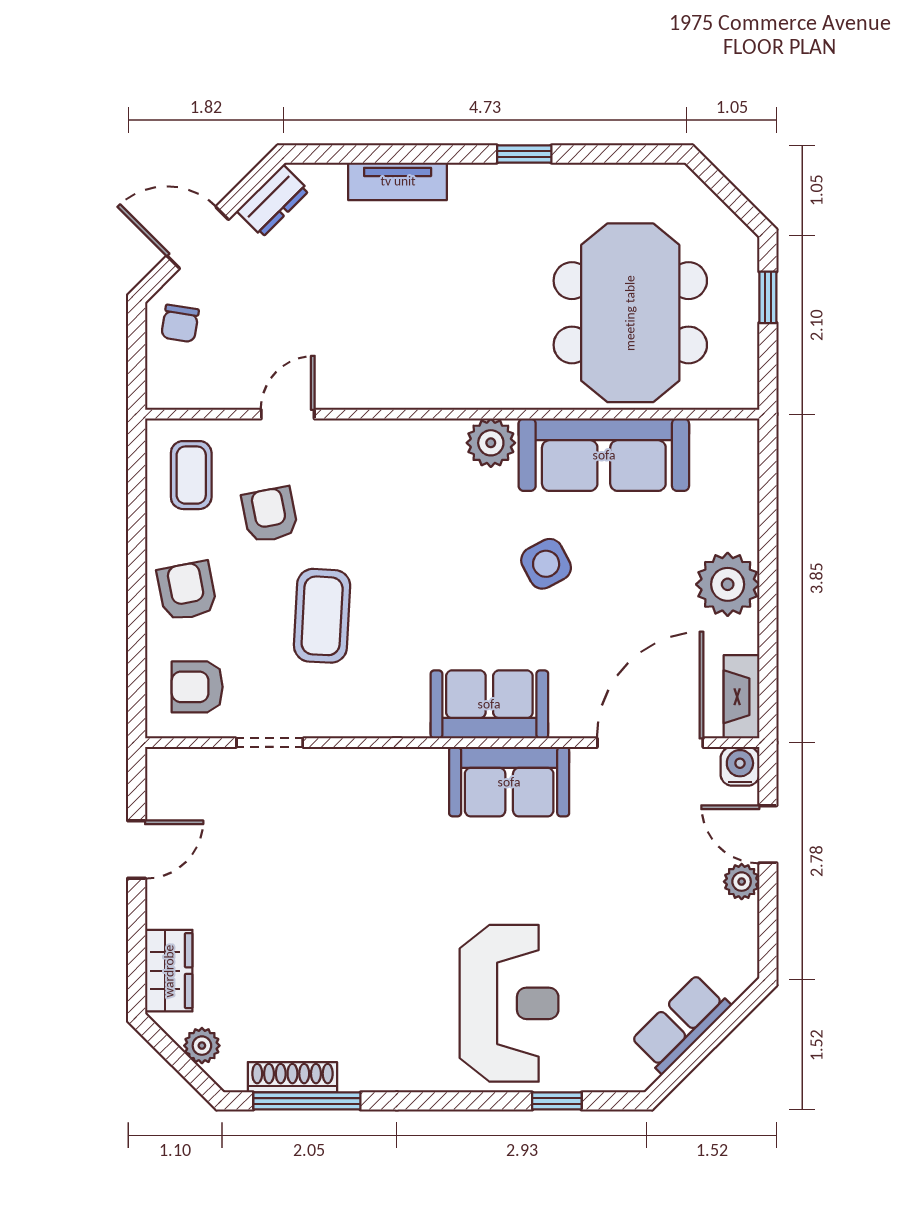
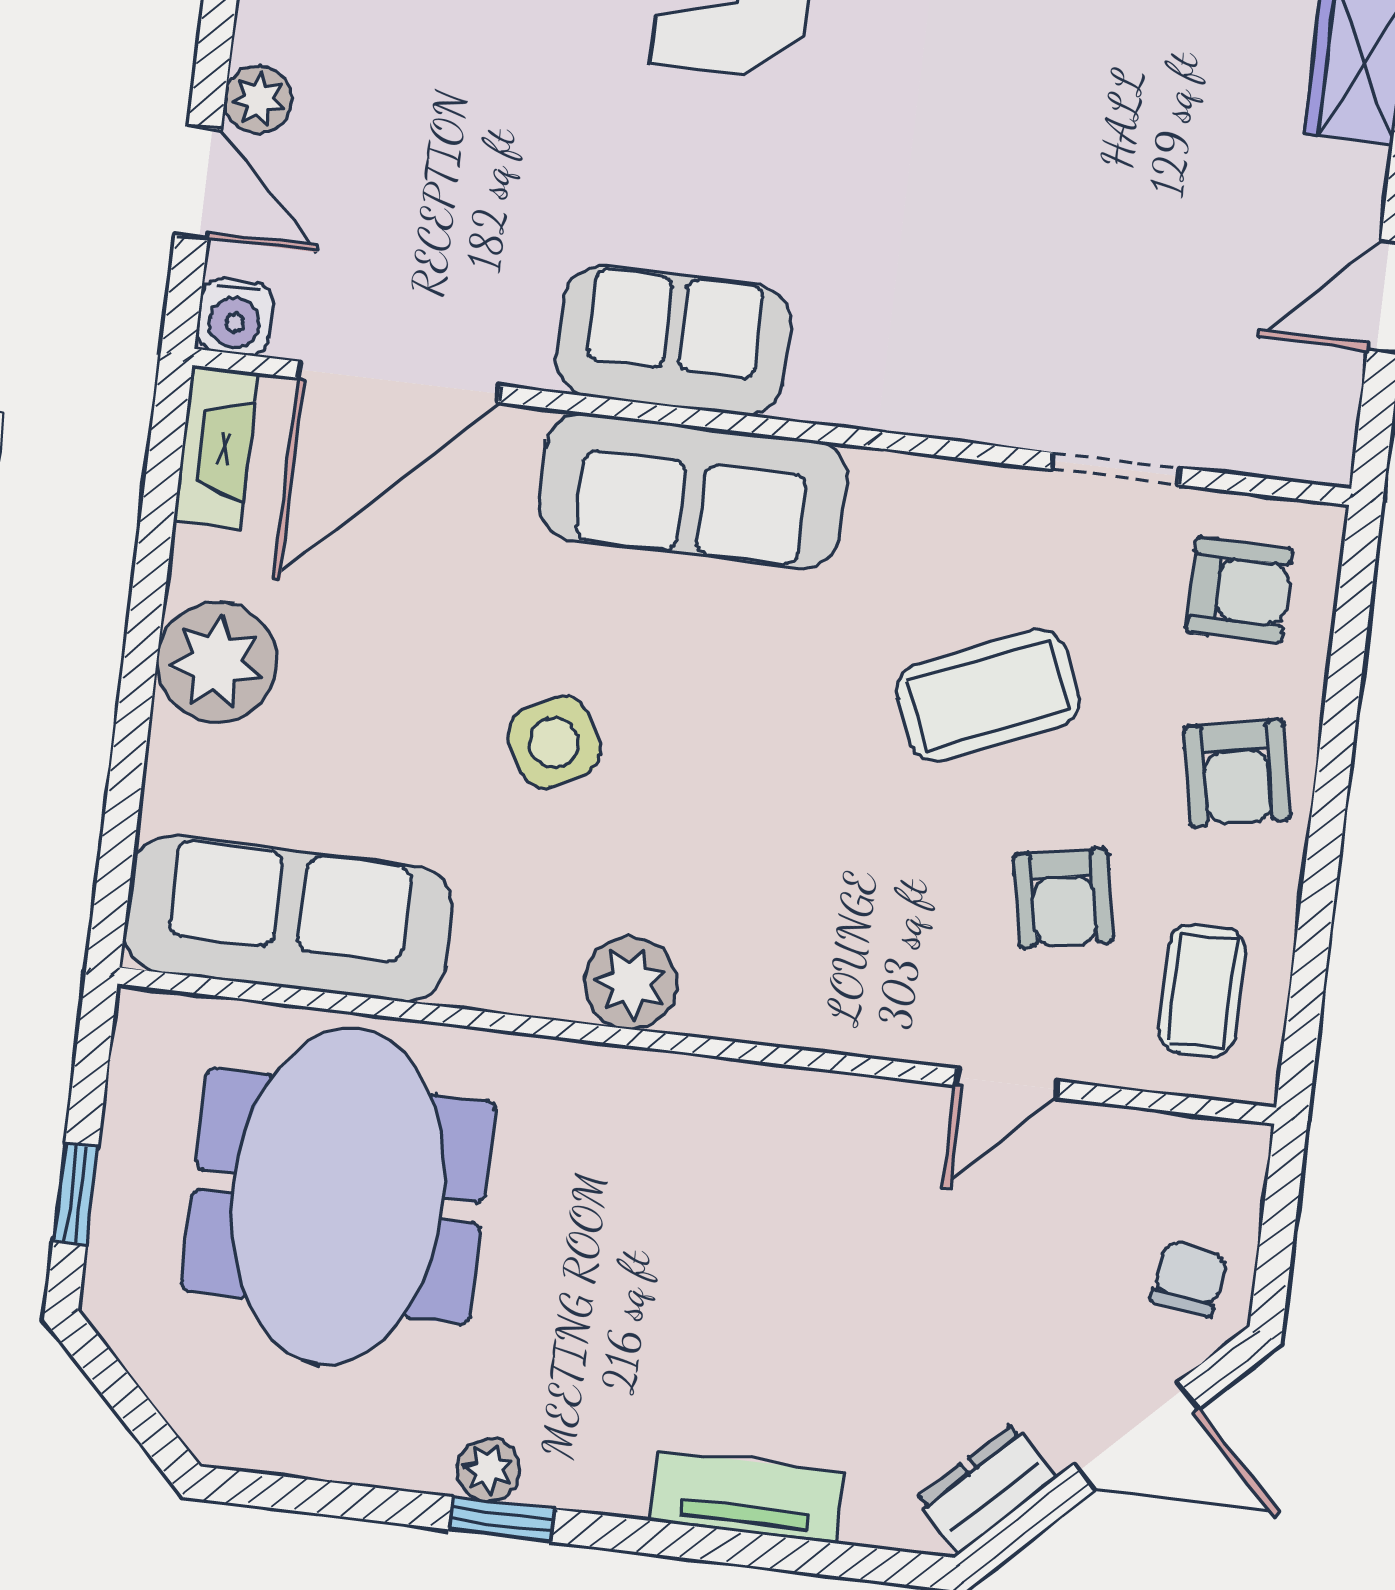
plant: (534, 179) -> (488, 1470), added
sofa: (604, 455) -> (288, 919), moved
coffee table: (322, 616) -> (988, 696), turned 64
sofa: (489, 704) -> (693, 491), width x1.36

